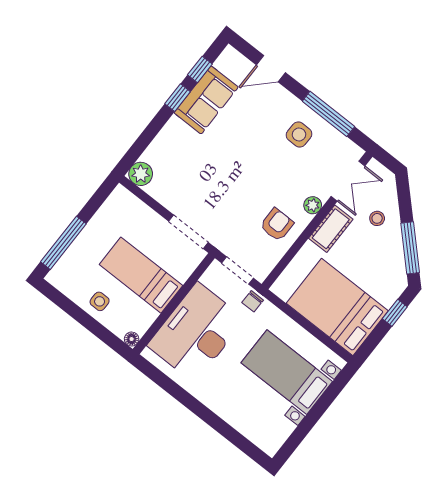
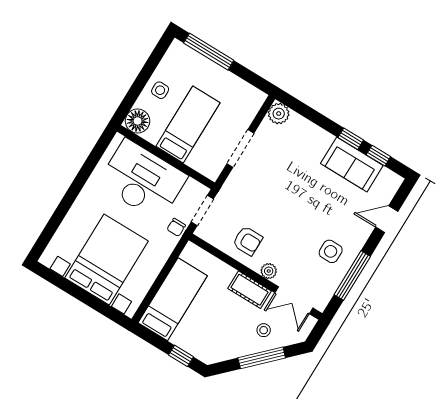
door: (271, 69) -> (387, 219), hinge flipped
doorway: (188, 232) -> (240, 149), moved
window: (410, 248) -> (262, 358), moved
chair: (253, 301) -> (176, 227), turned -90
bed: (337, 307) -> (173, 299), width x0.67
floor lamp: (132, 339) -> (138, 121), width x1.89, depth x1.89
bed with nightstands: (287, 372) -> (107, 259), width x1.36

